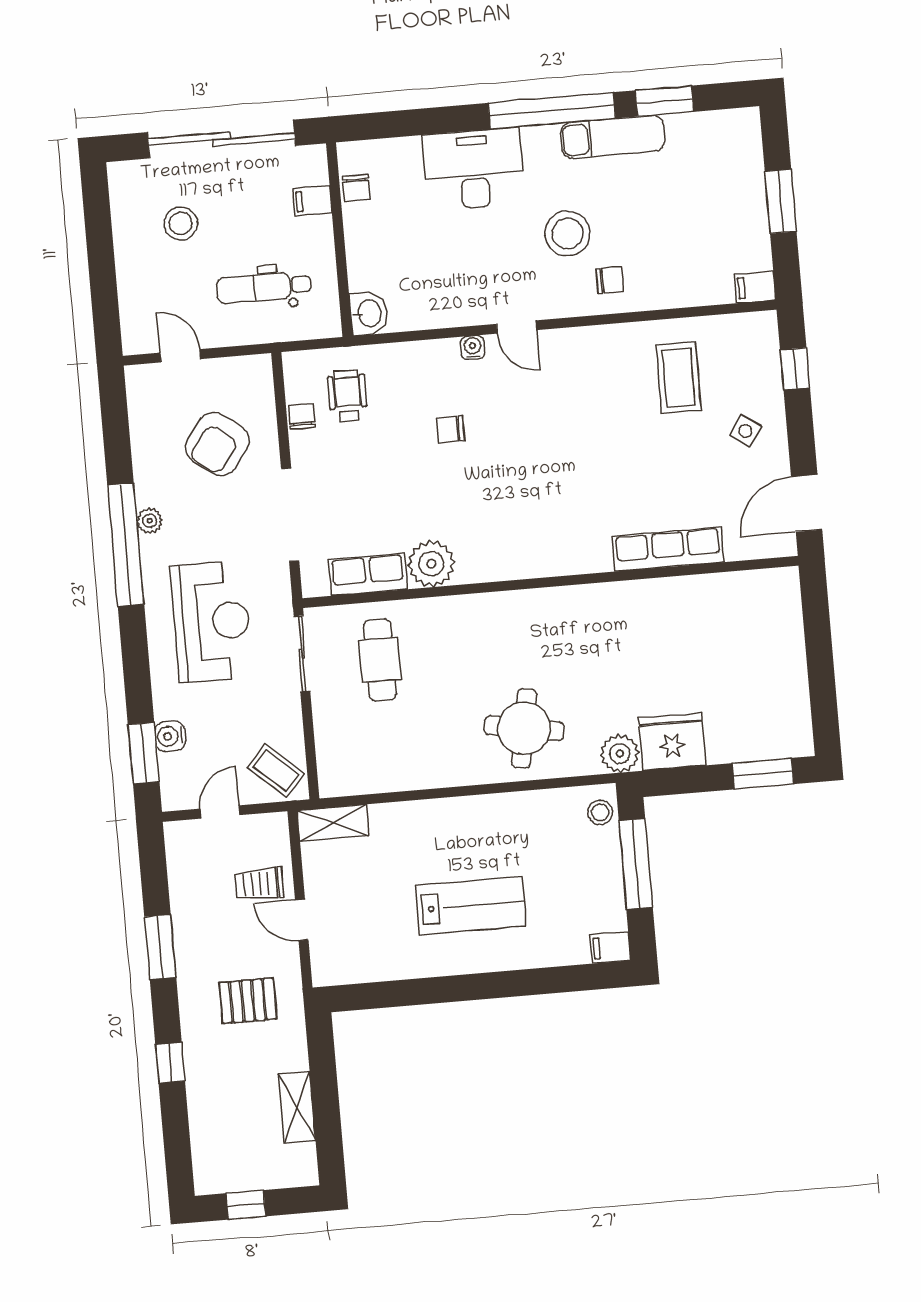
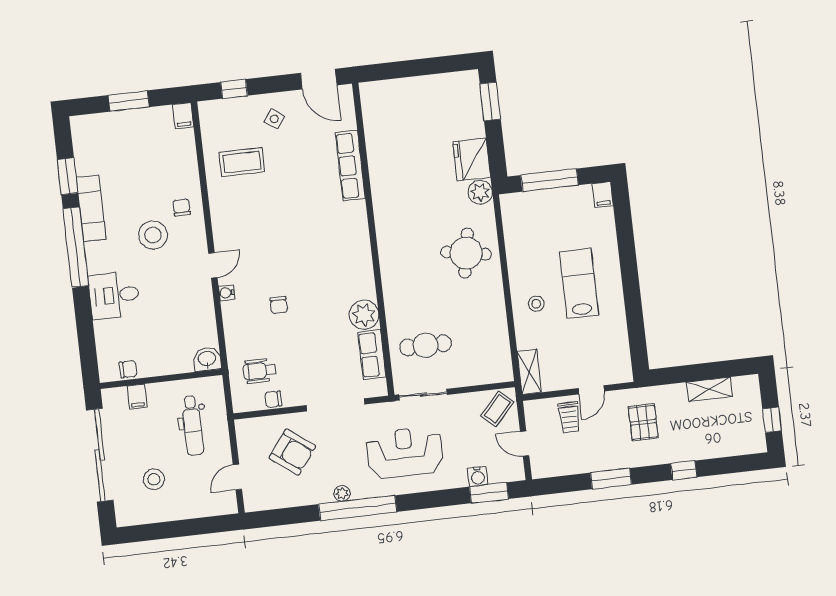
desk: (474, 169) -> (114, 295), width x0.73
stool: (600, 812) -> (536, 304), moved

